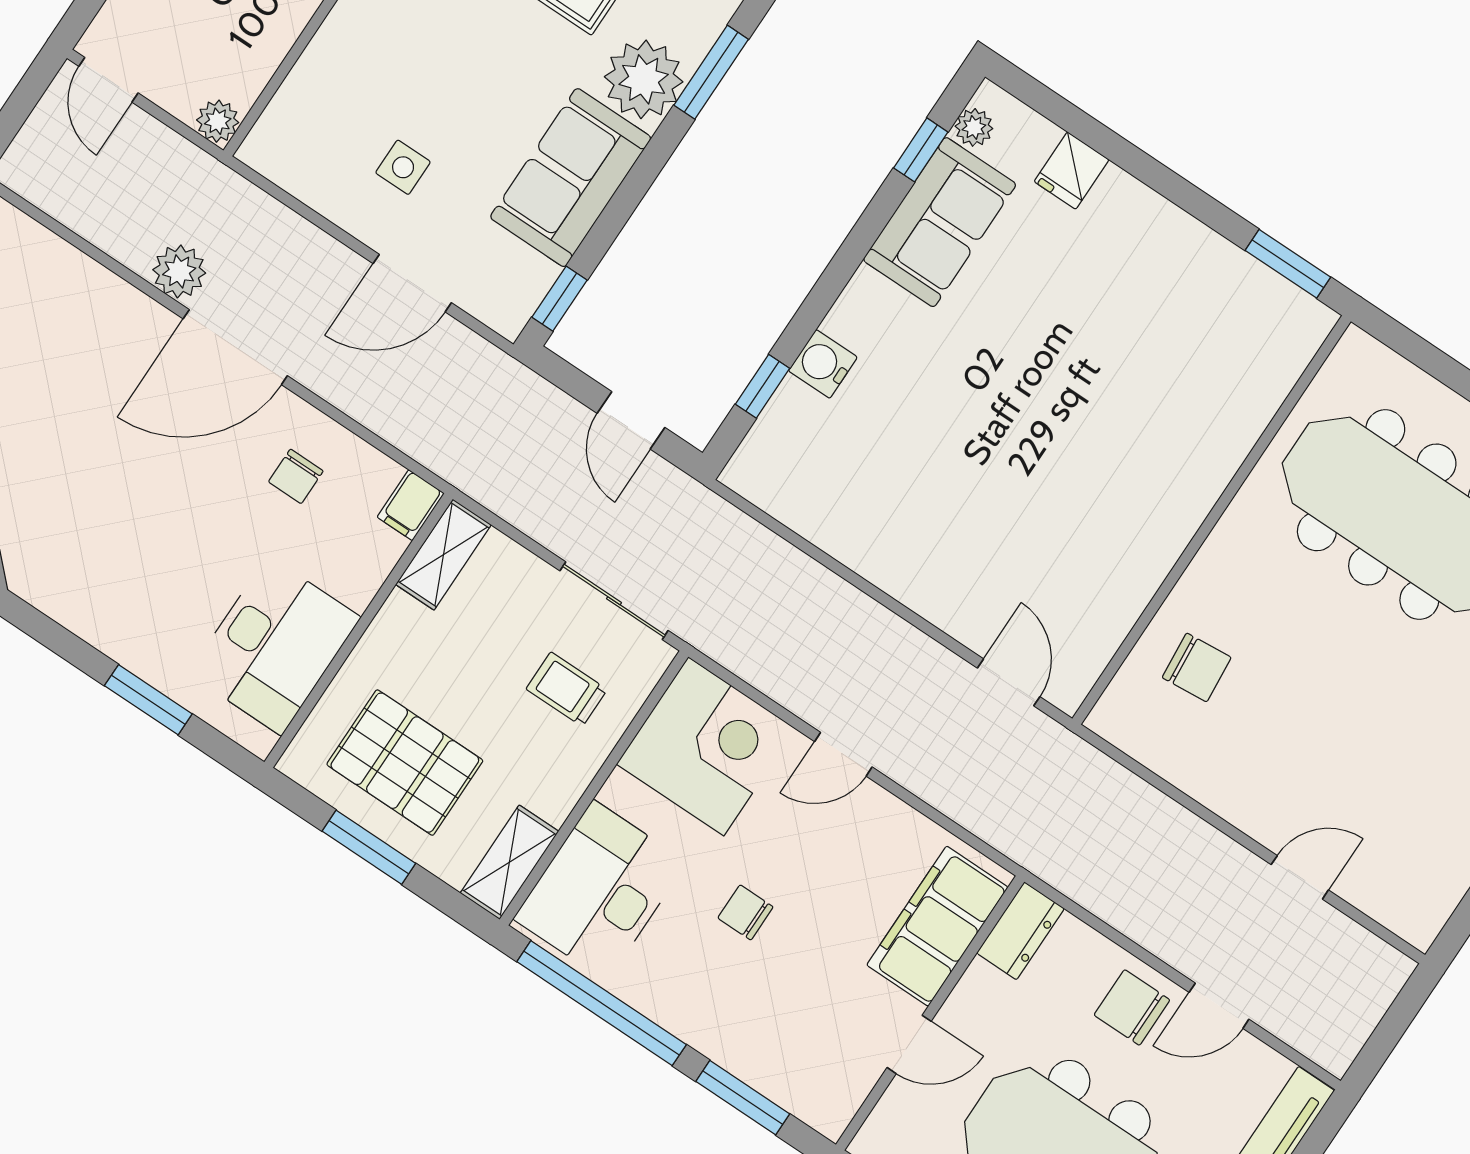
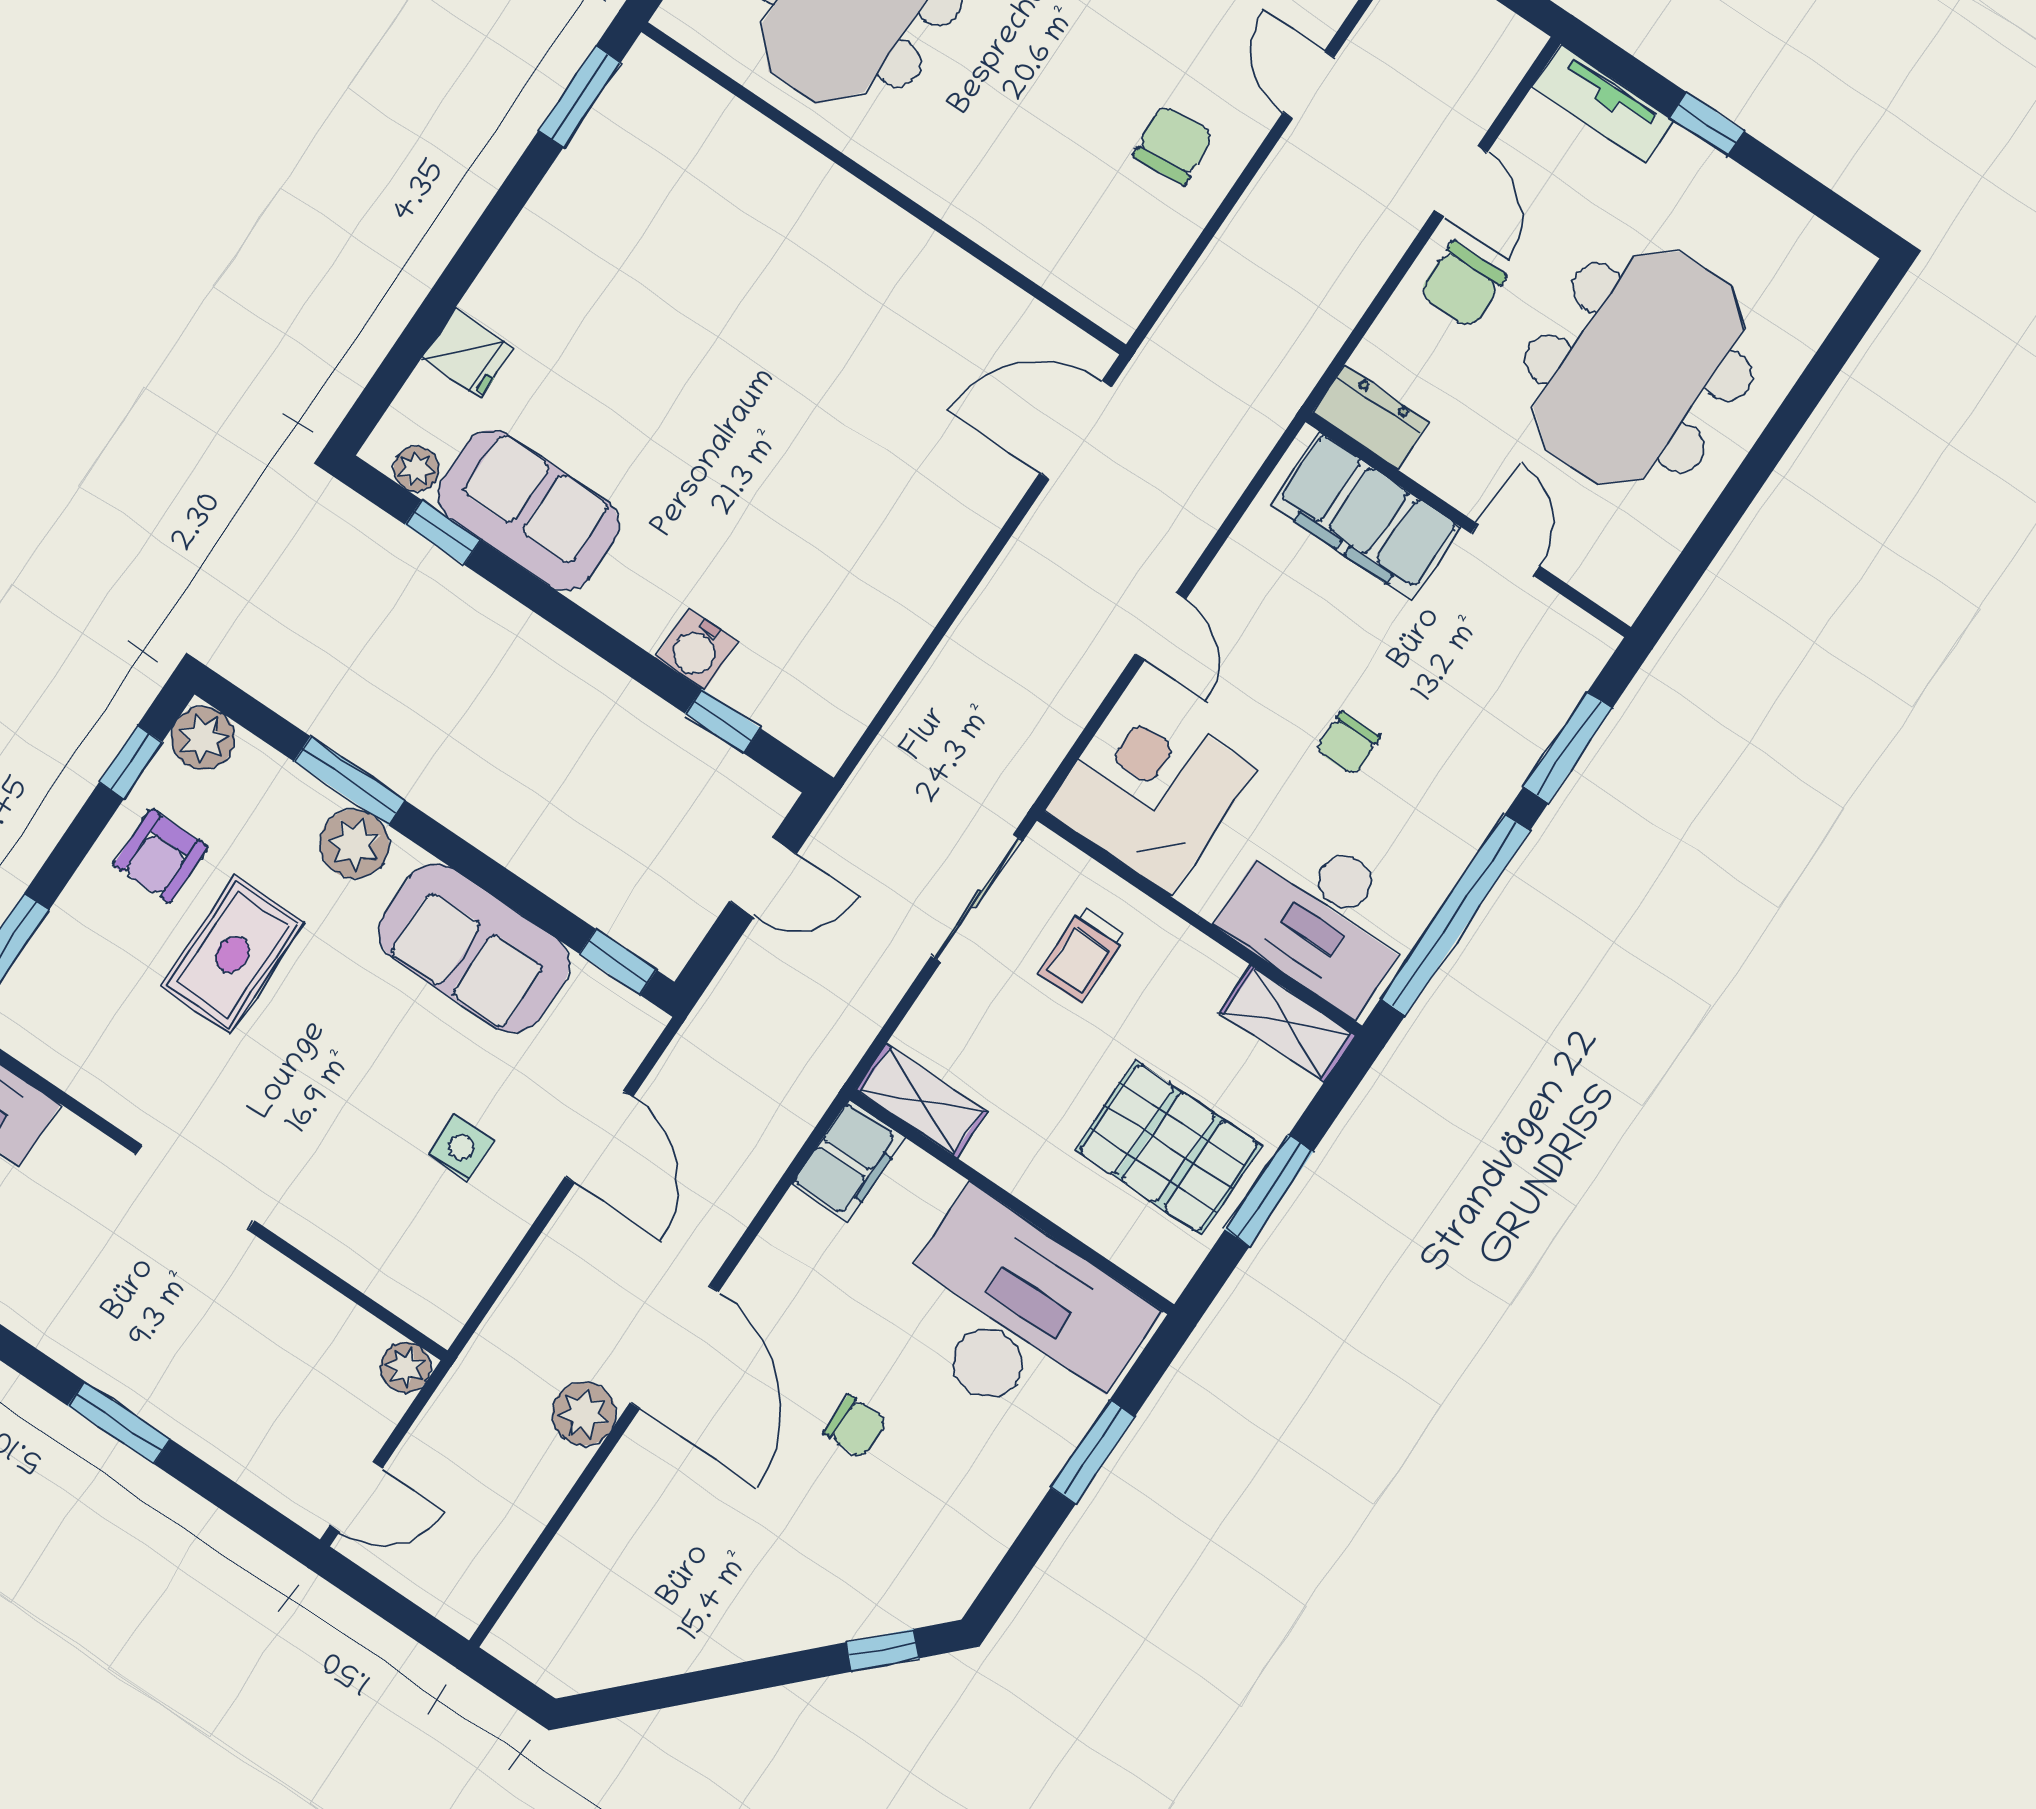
plant: (644, 79) -> (354, 844), width x0.73, depth x0.73
chair: (296, 476) -> (855, 1427), moved
filing cabinet: (411, 505) -> (848, 1161), width x2.00
desk: (275, 646) -> (1018, 1318), width x1.36, depth x1.30
chair: (1197, 667) -> (1173, 145), moved
door: (1009, 682) -> (1076, 430), width x1.38
pallet: (405, 763) -> (1168, 1148), turned 90

